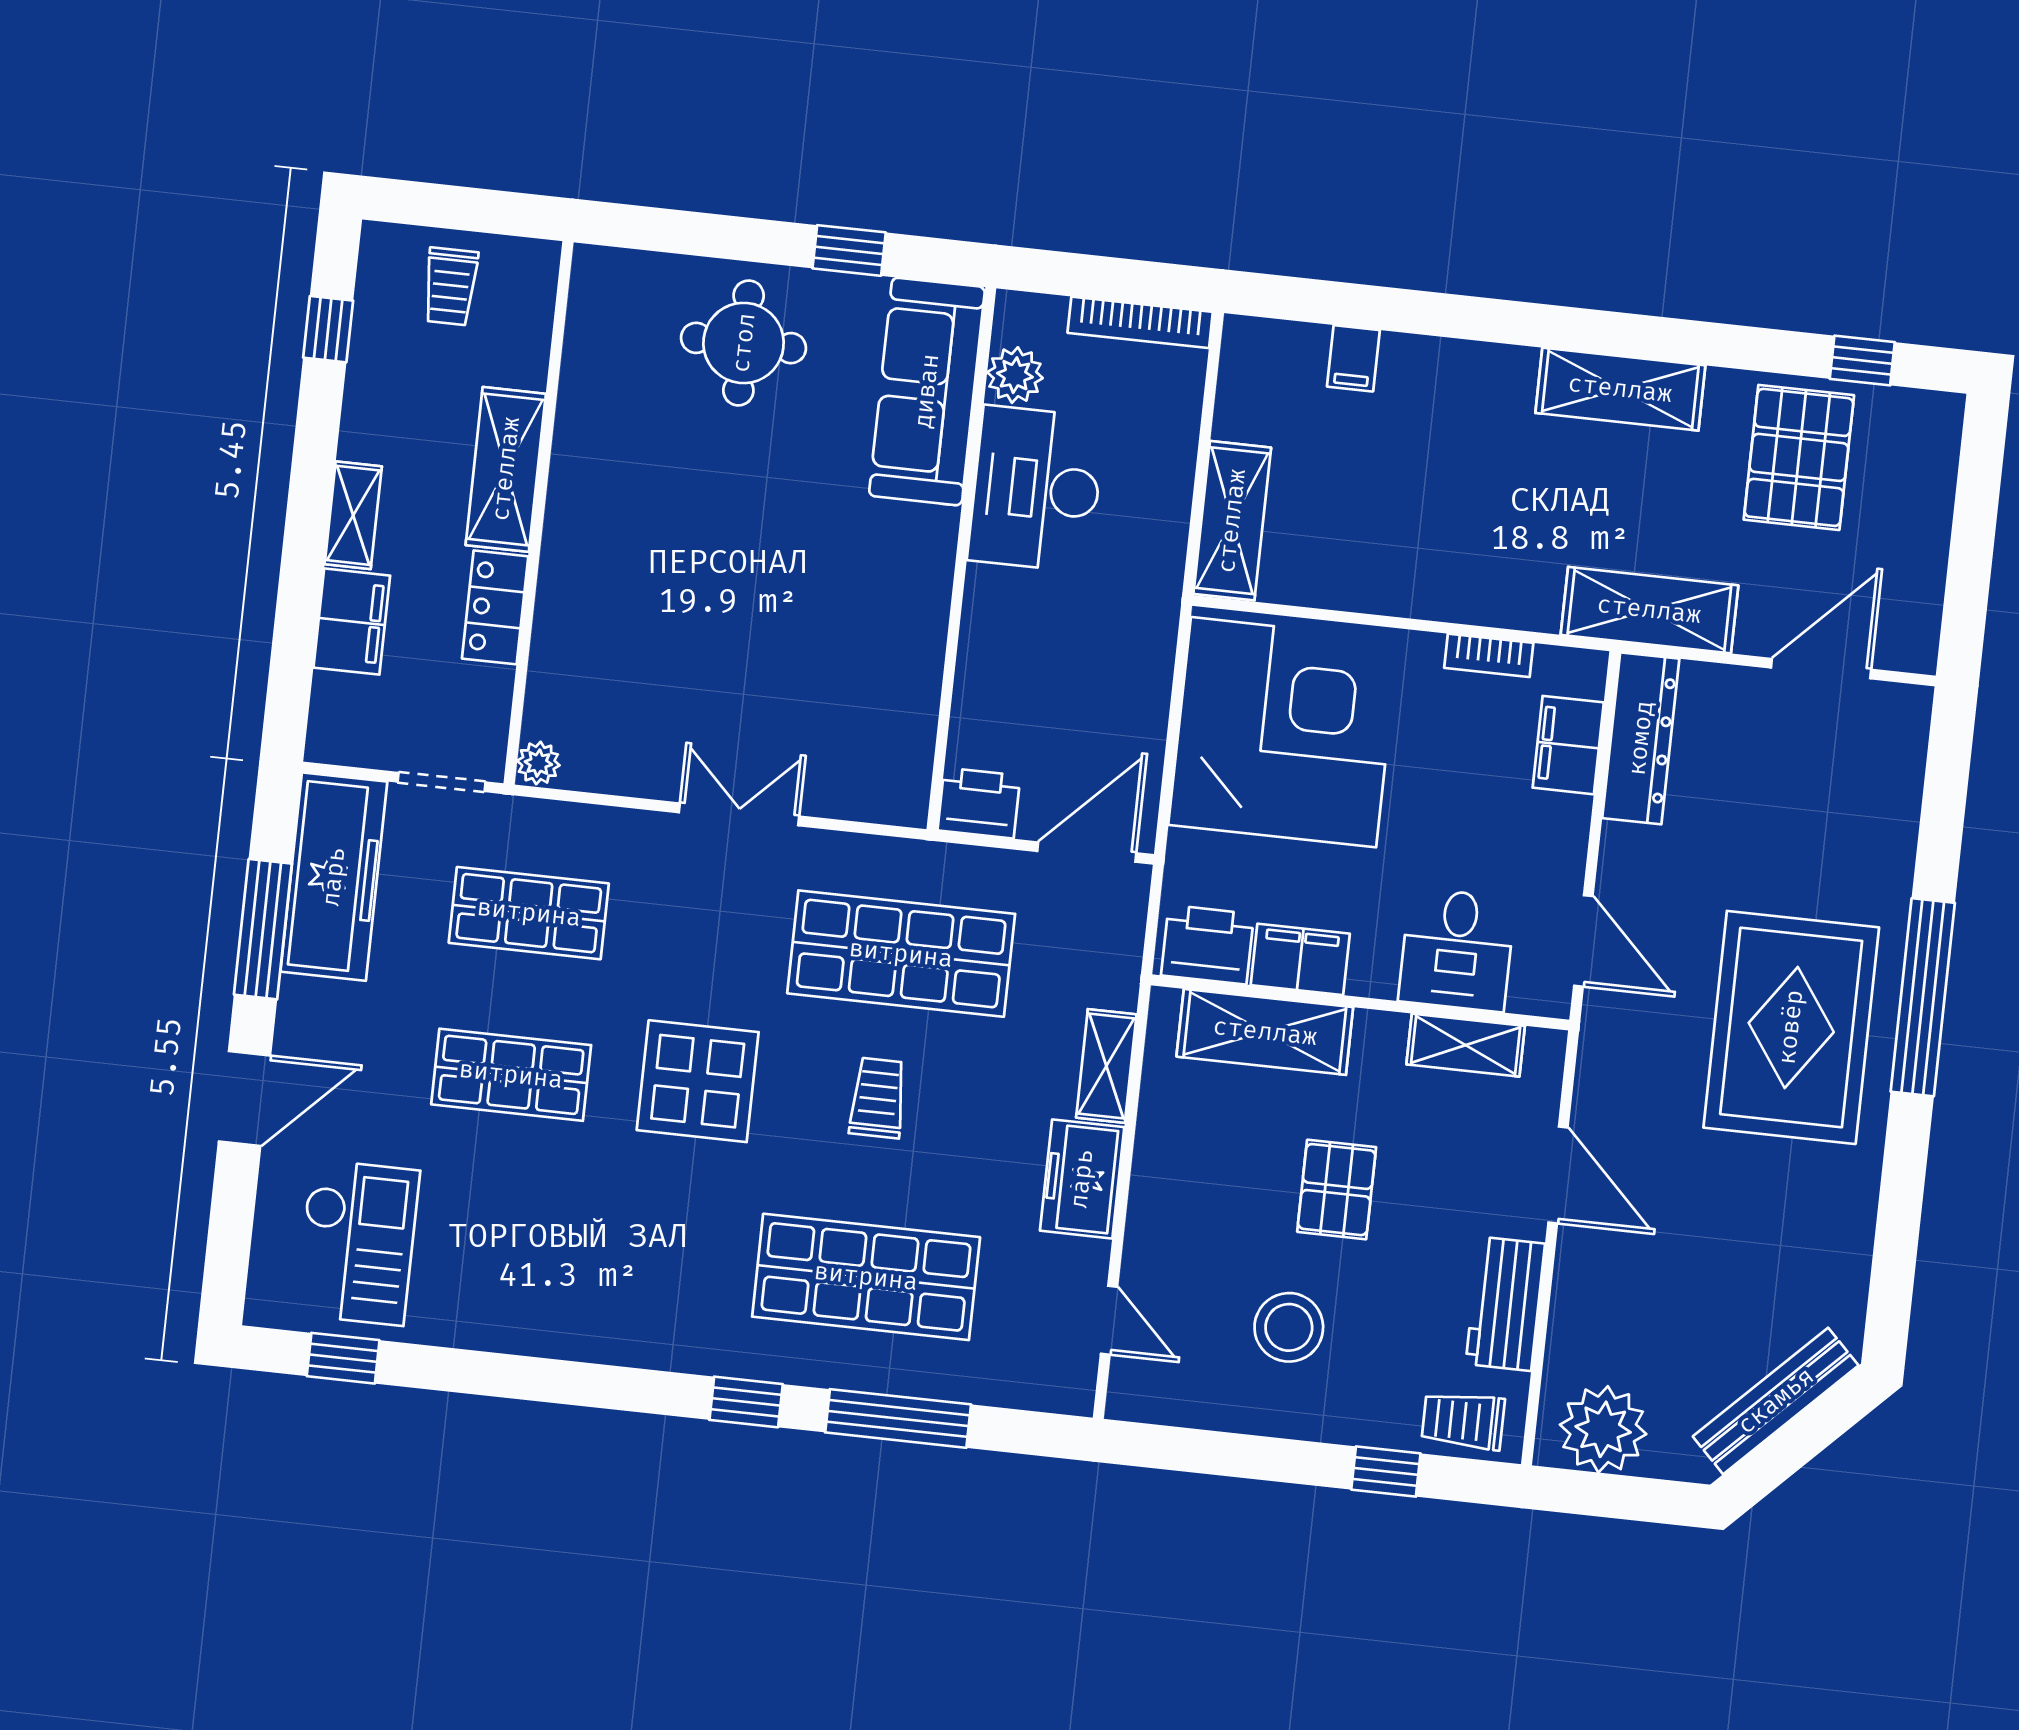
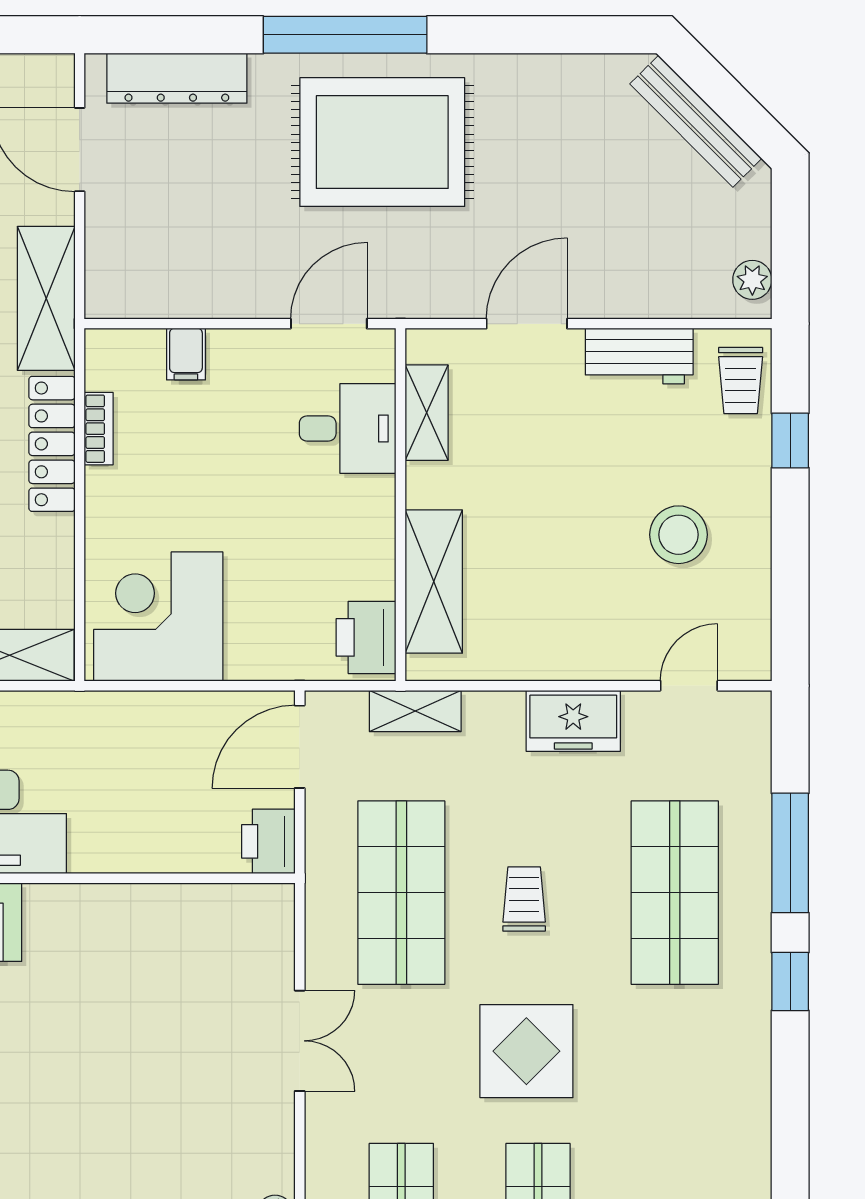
locker: (1477, 598) -> (52, 444), added
corner desk: (1283, 732) -> (158, 617), width x0.74, depth x0.74
dresser: (1641, 738) -> (177, 78), moved, turned 180
filing cabinet: (1568, 745) -> (186, 354), width x0.50
double door: (739, 814) -> (300, 1041), swing flipped
door: (1087, 852) -> (300, 747), hinge flipped
filing cabinet: (1300, 959) -> (370, 559), removed
shelving: (1106, 1066) -> (415, 711), moved
trolley: (878, 1098) -> (524, 899), turned 90
pallet: (1337, 1190) -> (559, 507), removed
plant: (1603, 1429) -> (752, 280), width x0.53, depth x0.53

